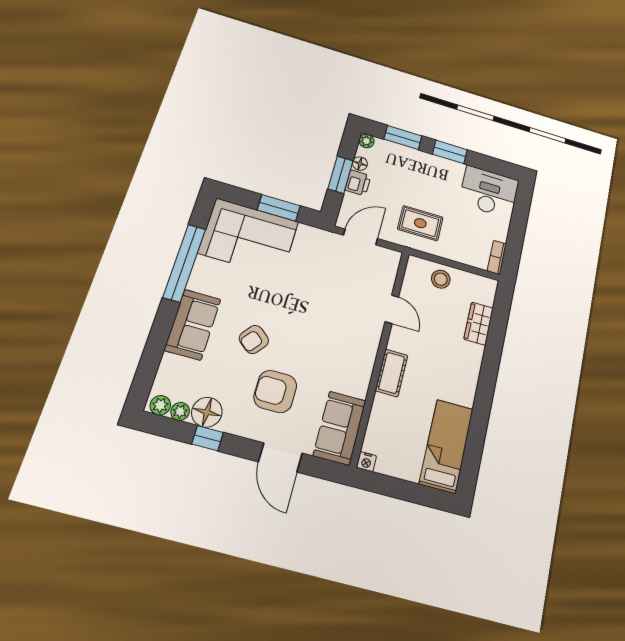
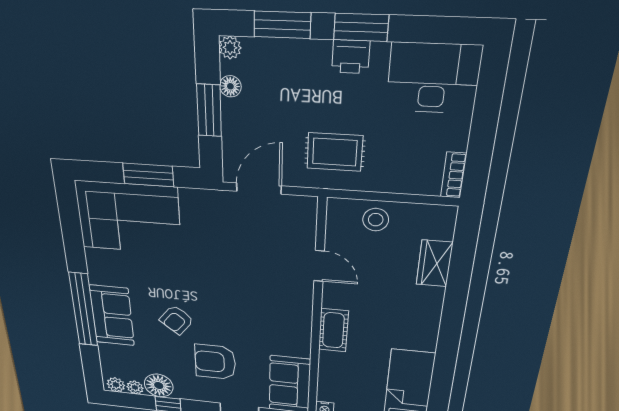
printer: (358, 183) -> (351, 57), moved, turned 90
window: (184, 263) -> (83, 310), moved

